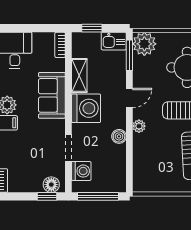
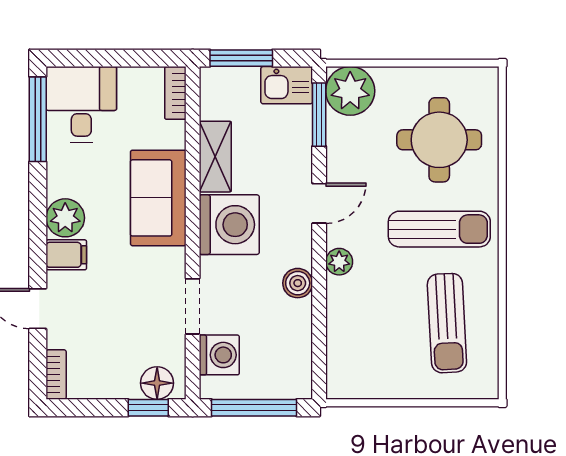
window: (92, 28) -> (241, 58), width x1.50

